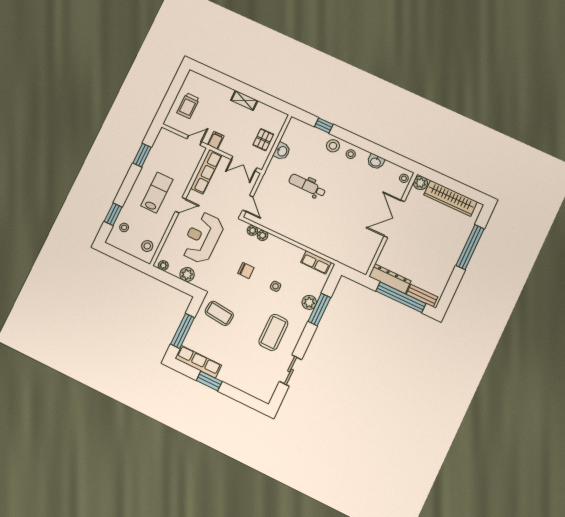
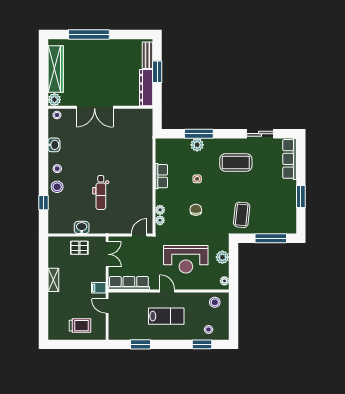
lab bench: (157, 193) -> (166, 316), turned 180
row of seats: (316, 262) -> (161, 176), moved
window: (401, 297) -> (157, 72), width x0.47
row of seats: (198, 362) -> (290, 159), moved

